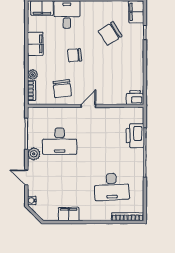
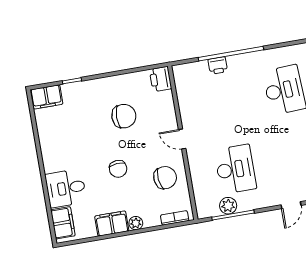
chair: (110, 33) -> (124, 116), moved, turned -57
plant: (33, 75) -> (136, 223), moved
printer: (135, 136) -> (218, 65), width x0.53, depth x0.68
plant: (34, 154) -> (228, 206), moved

